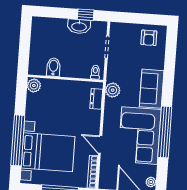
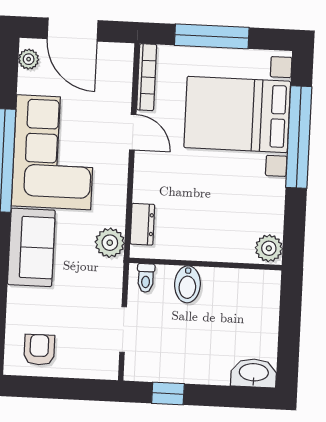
washbasin: (79, 26) -> (254, 373), moved
bidet: (53, 67) -> (187, 284), moved

